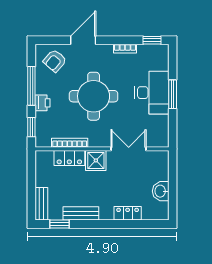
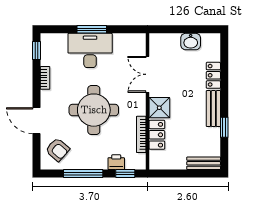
printer: (42, 103) -> (116, 162), moved
bench: (81, 213) -> (213, 109), moved
window: (60, 224) -> (224, 127), moved

